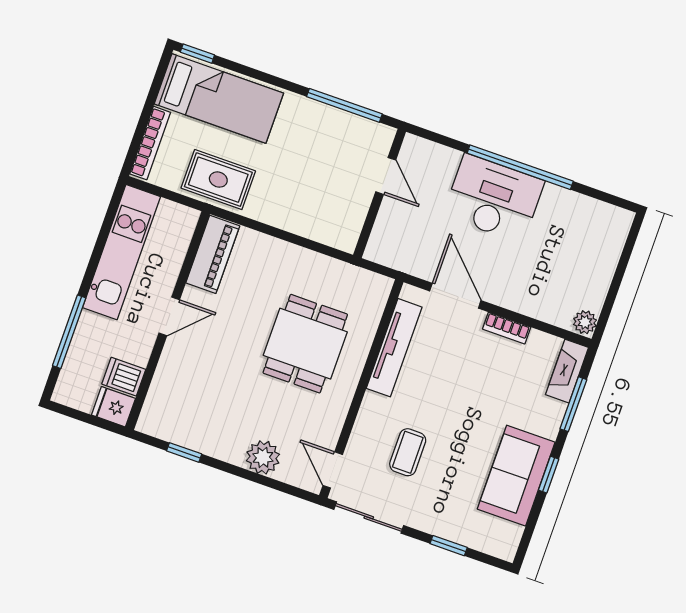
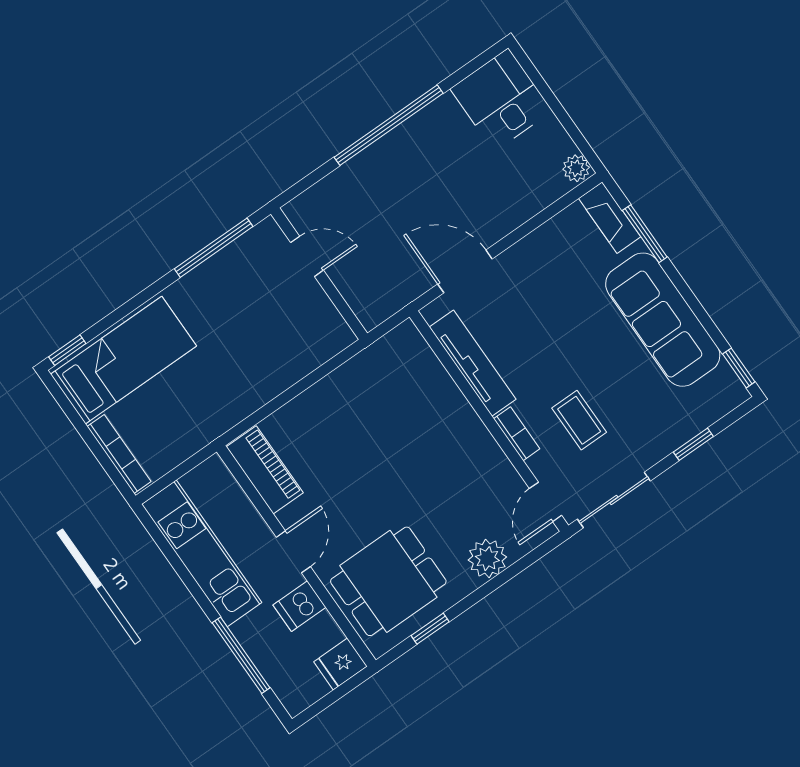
rug: (218, 180) -> (199, 415), removed
desk: (494, 198) -> (501, 100), moved, width x0.73
bookcase: (507, 328) -> (517, 434), moved, turned -90
dining table: (305, 344) -> (388, 581), moved, turned 90
dishwasher: (124, 377) -> (299, 606), moved
door: (333, 470) -> (546, 502), hinge flipped
window: (549, 475) -> (739, 368), moved
sofa: (516, 476) -> (663, 320), width x1.36

